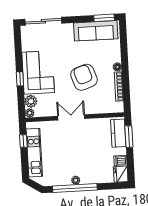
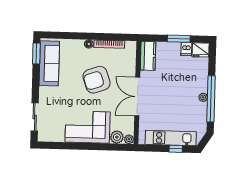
sliding door: (43, 21) -> (35, 117), width x0.73
window: (20, 79) -> (93, 146), removed
double door: (71, 117) -> (137, 97), width x1.37
kitchen counter: (118, 133) -> (148, 56), moved, turned -90
window: (129, 137) -> (179, 39), moved
window: (23, 141) -> (176, 149), moved

